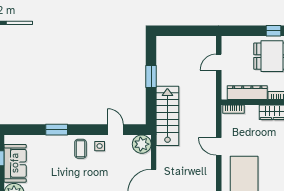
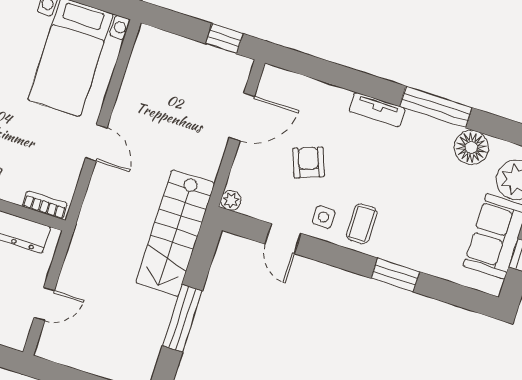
window: (151, 76) -> (182, 318), width x1.44
plant: (142, 144) -> (231, 200), width x0.53, depth x0.53
armchair: (115, 170) -> (309, 163), added

